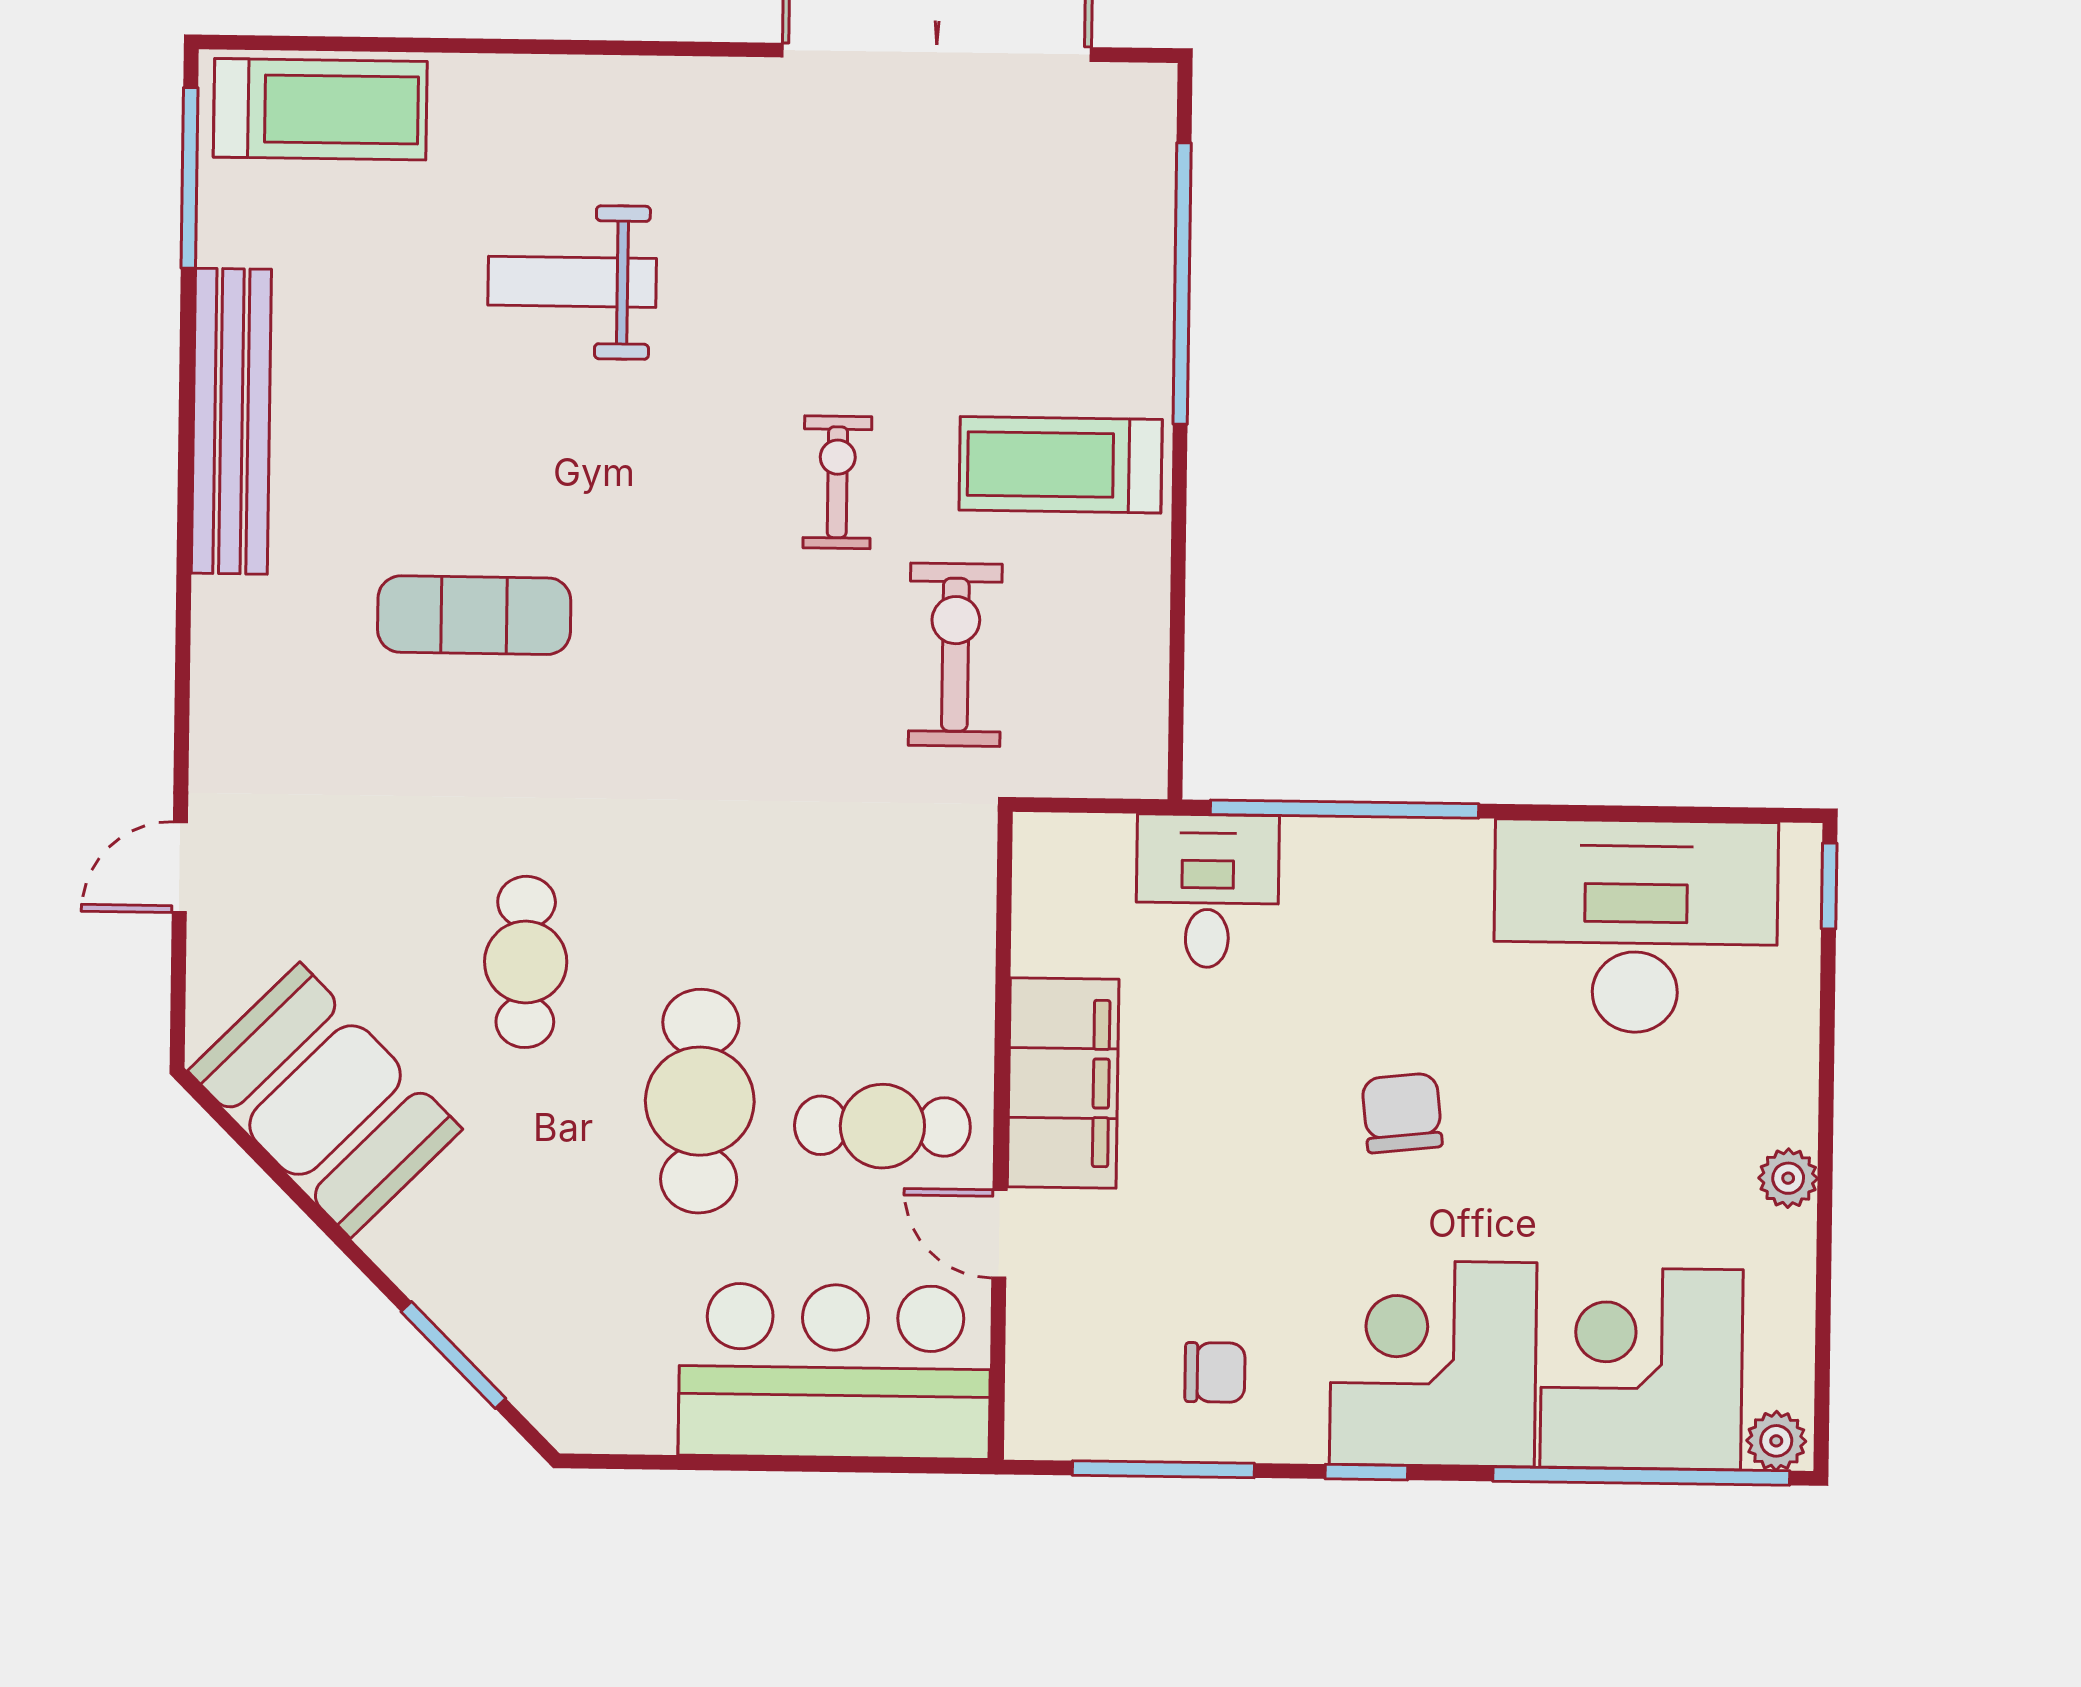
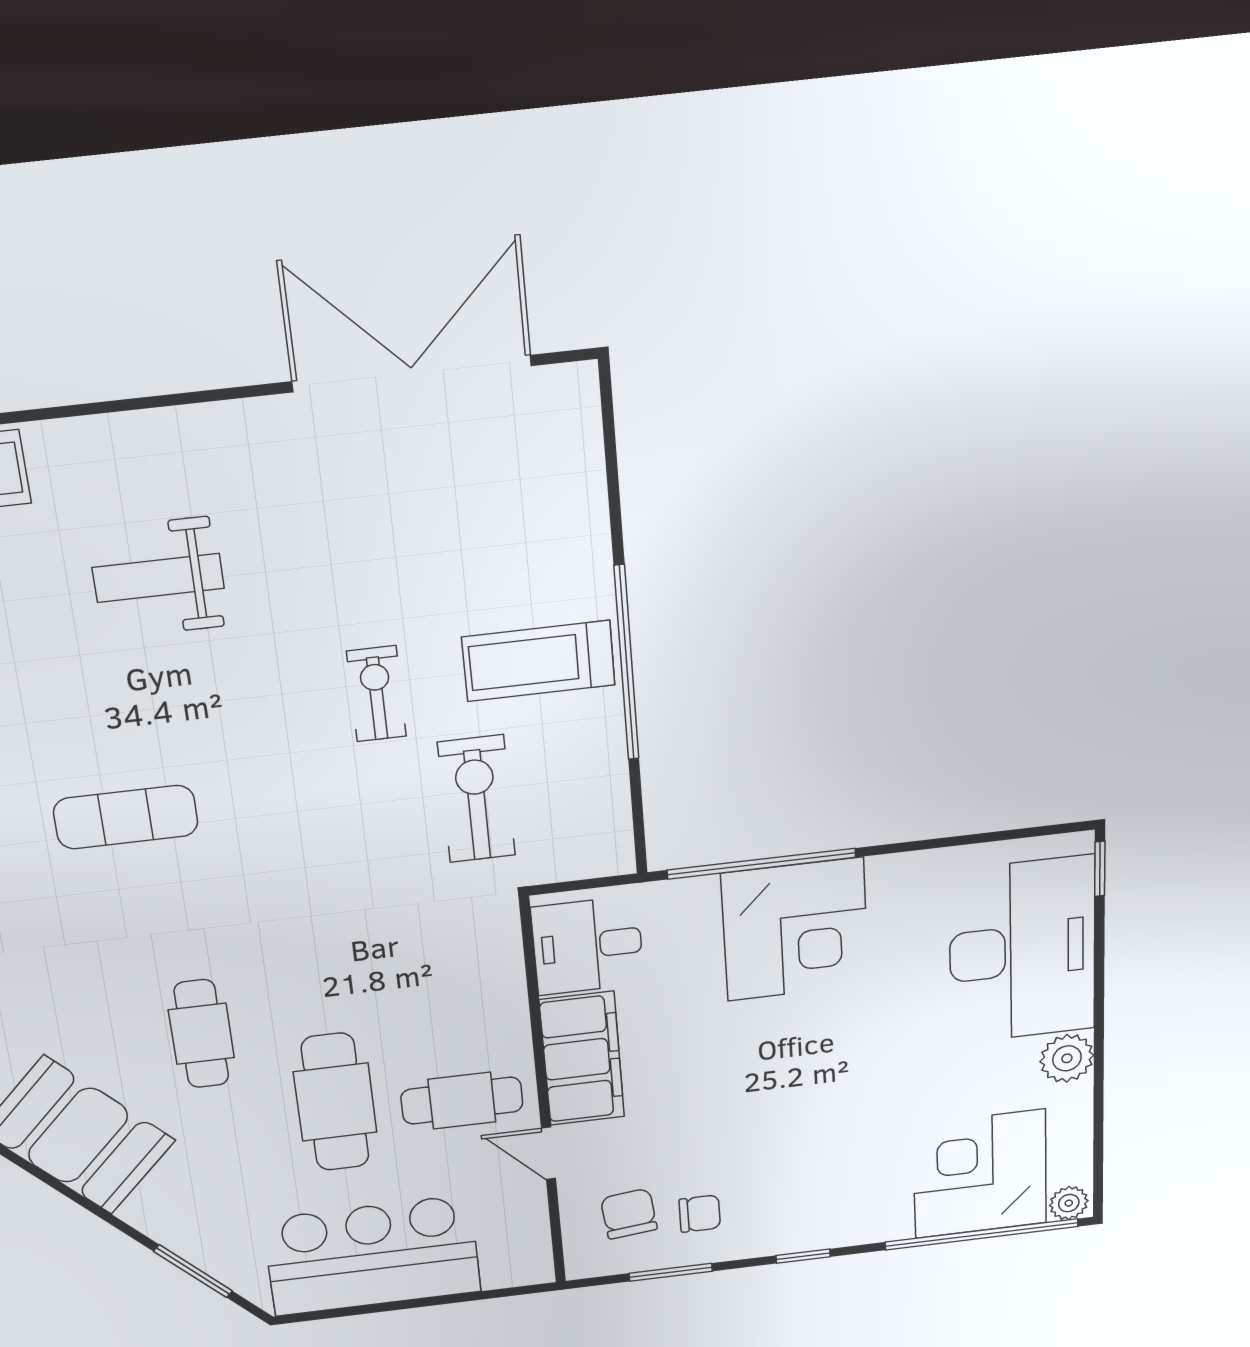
window: (1182, 283) -> (626, 663), moved
desk: (1207, 891) -> (588, 946), moved, turned -90
desk: (1636, 926) -> (1022, 950), moved, turned 90
chair: (1402, 1113) -> (629, 1214), moved
plant: (1788, 1178) -> (1067, 1058), width x1.38, depth x1.38
corner desk: (1433, 1363) -> (795, 930), moved, turned 180
bar counter: (835, 1371) -> (372, 1256), moved
window: (1163, 1469) -> (671, 1272), width x0.69

